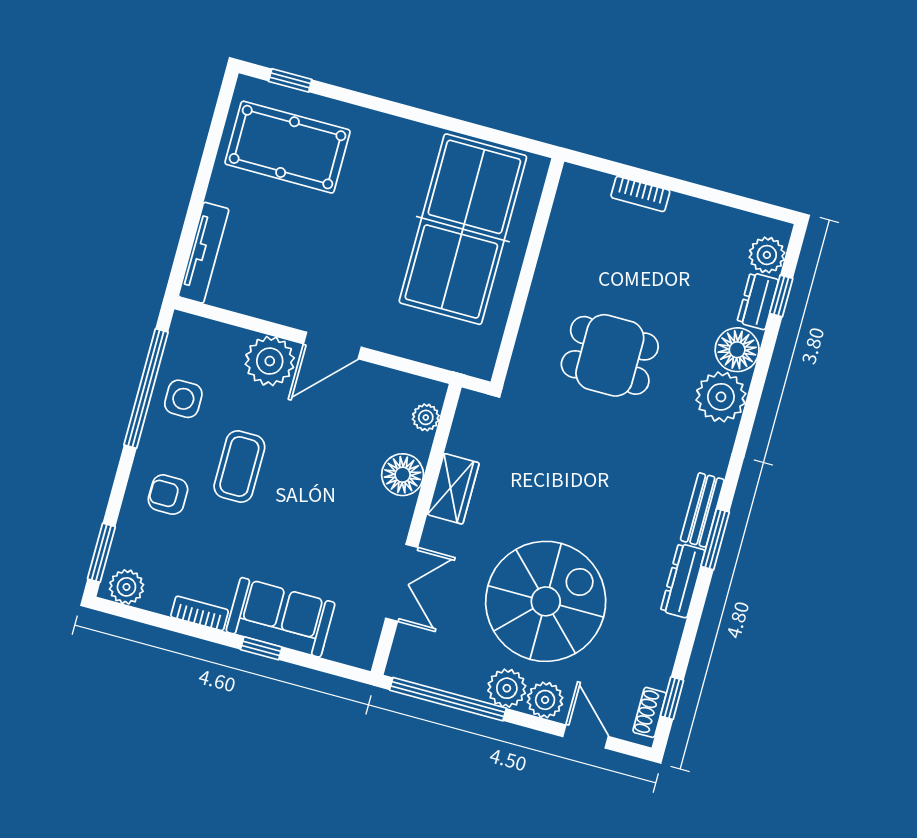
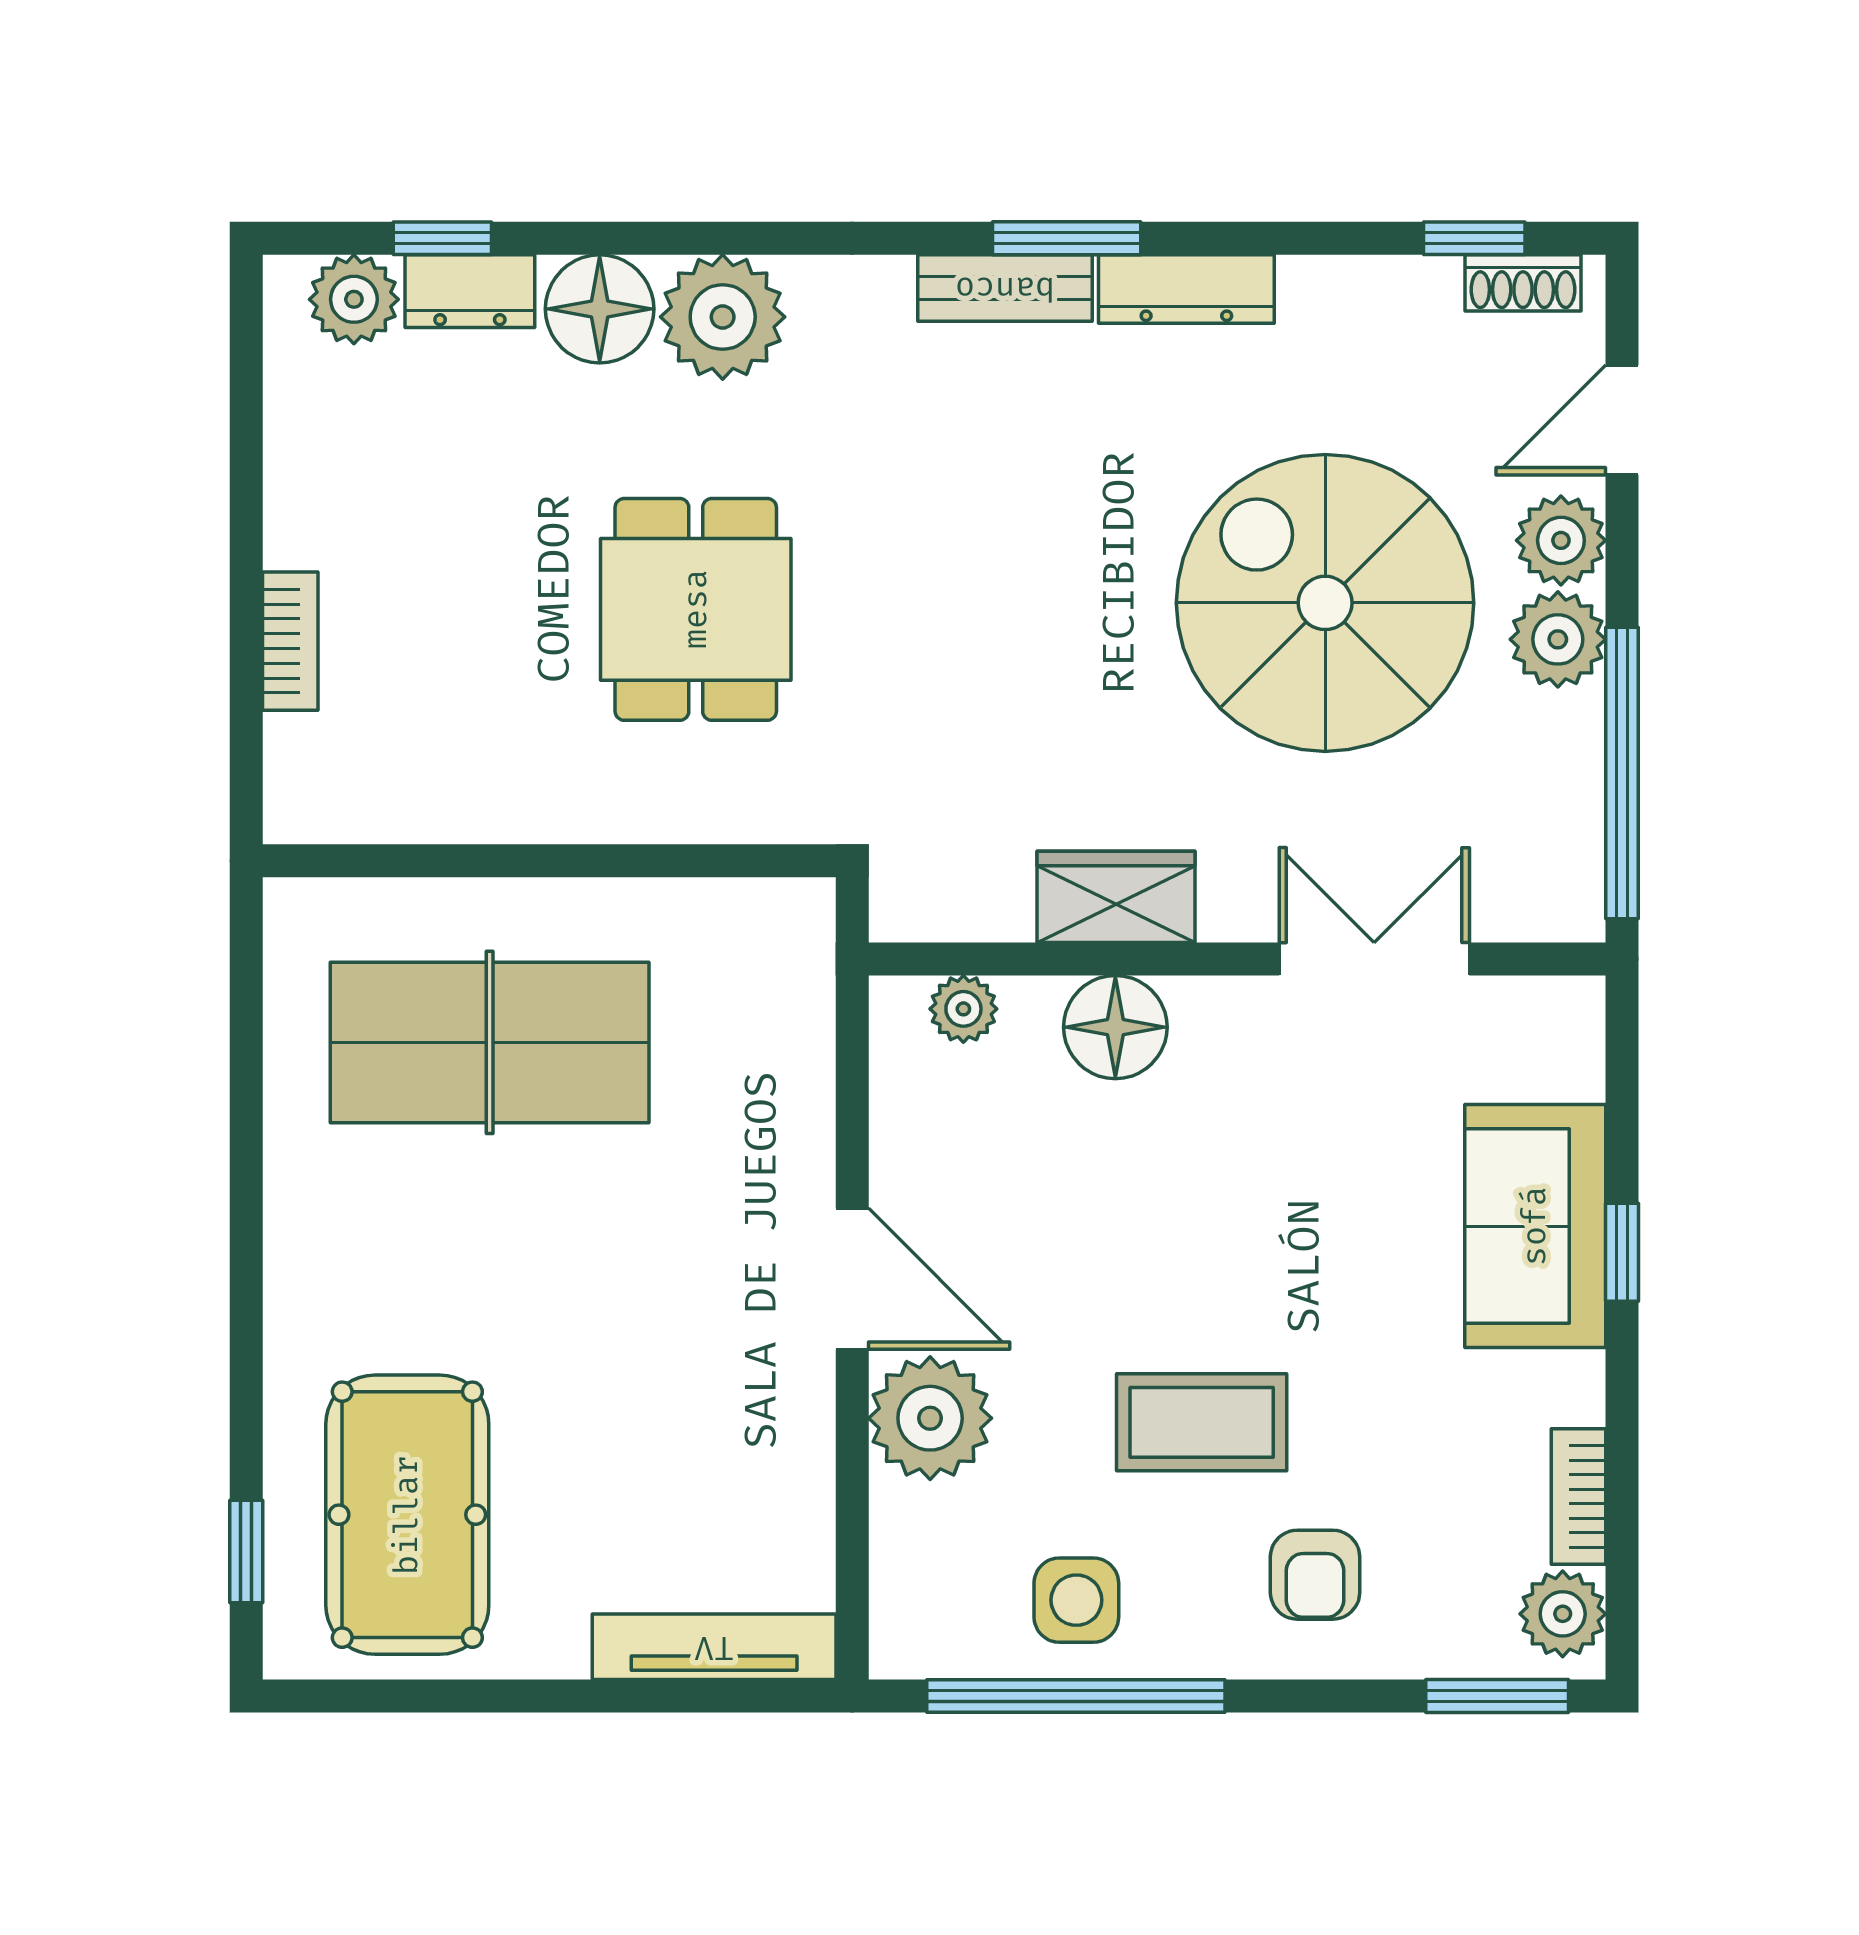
table tennis table: (463, 229) -> (490, 1042), width x0.73, depth x0.76
bookcase: (200, 613) -> (1578, 1497), moved

